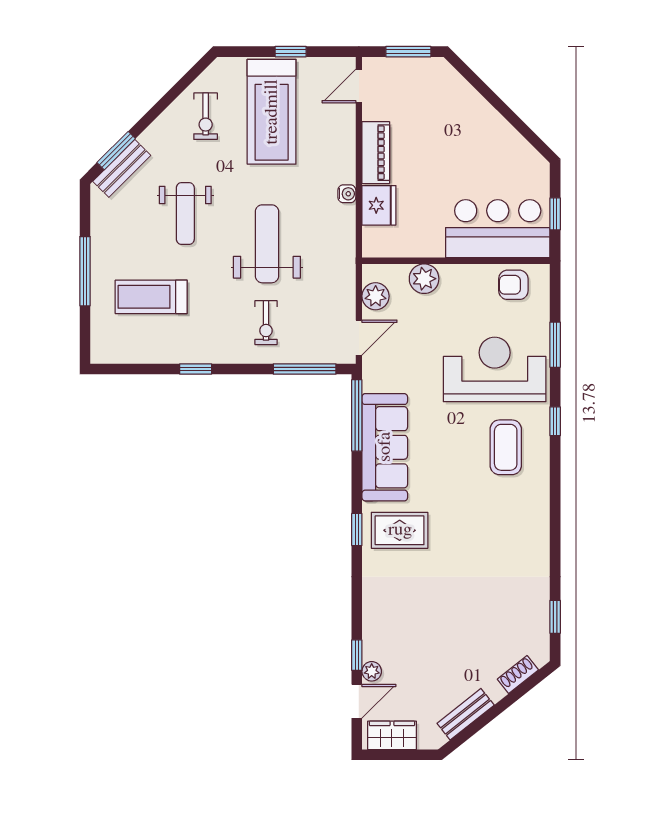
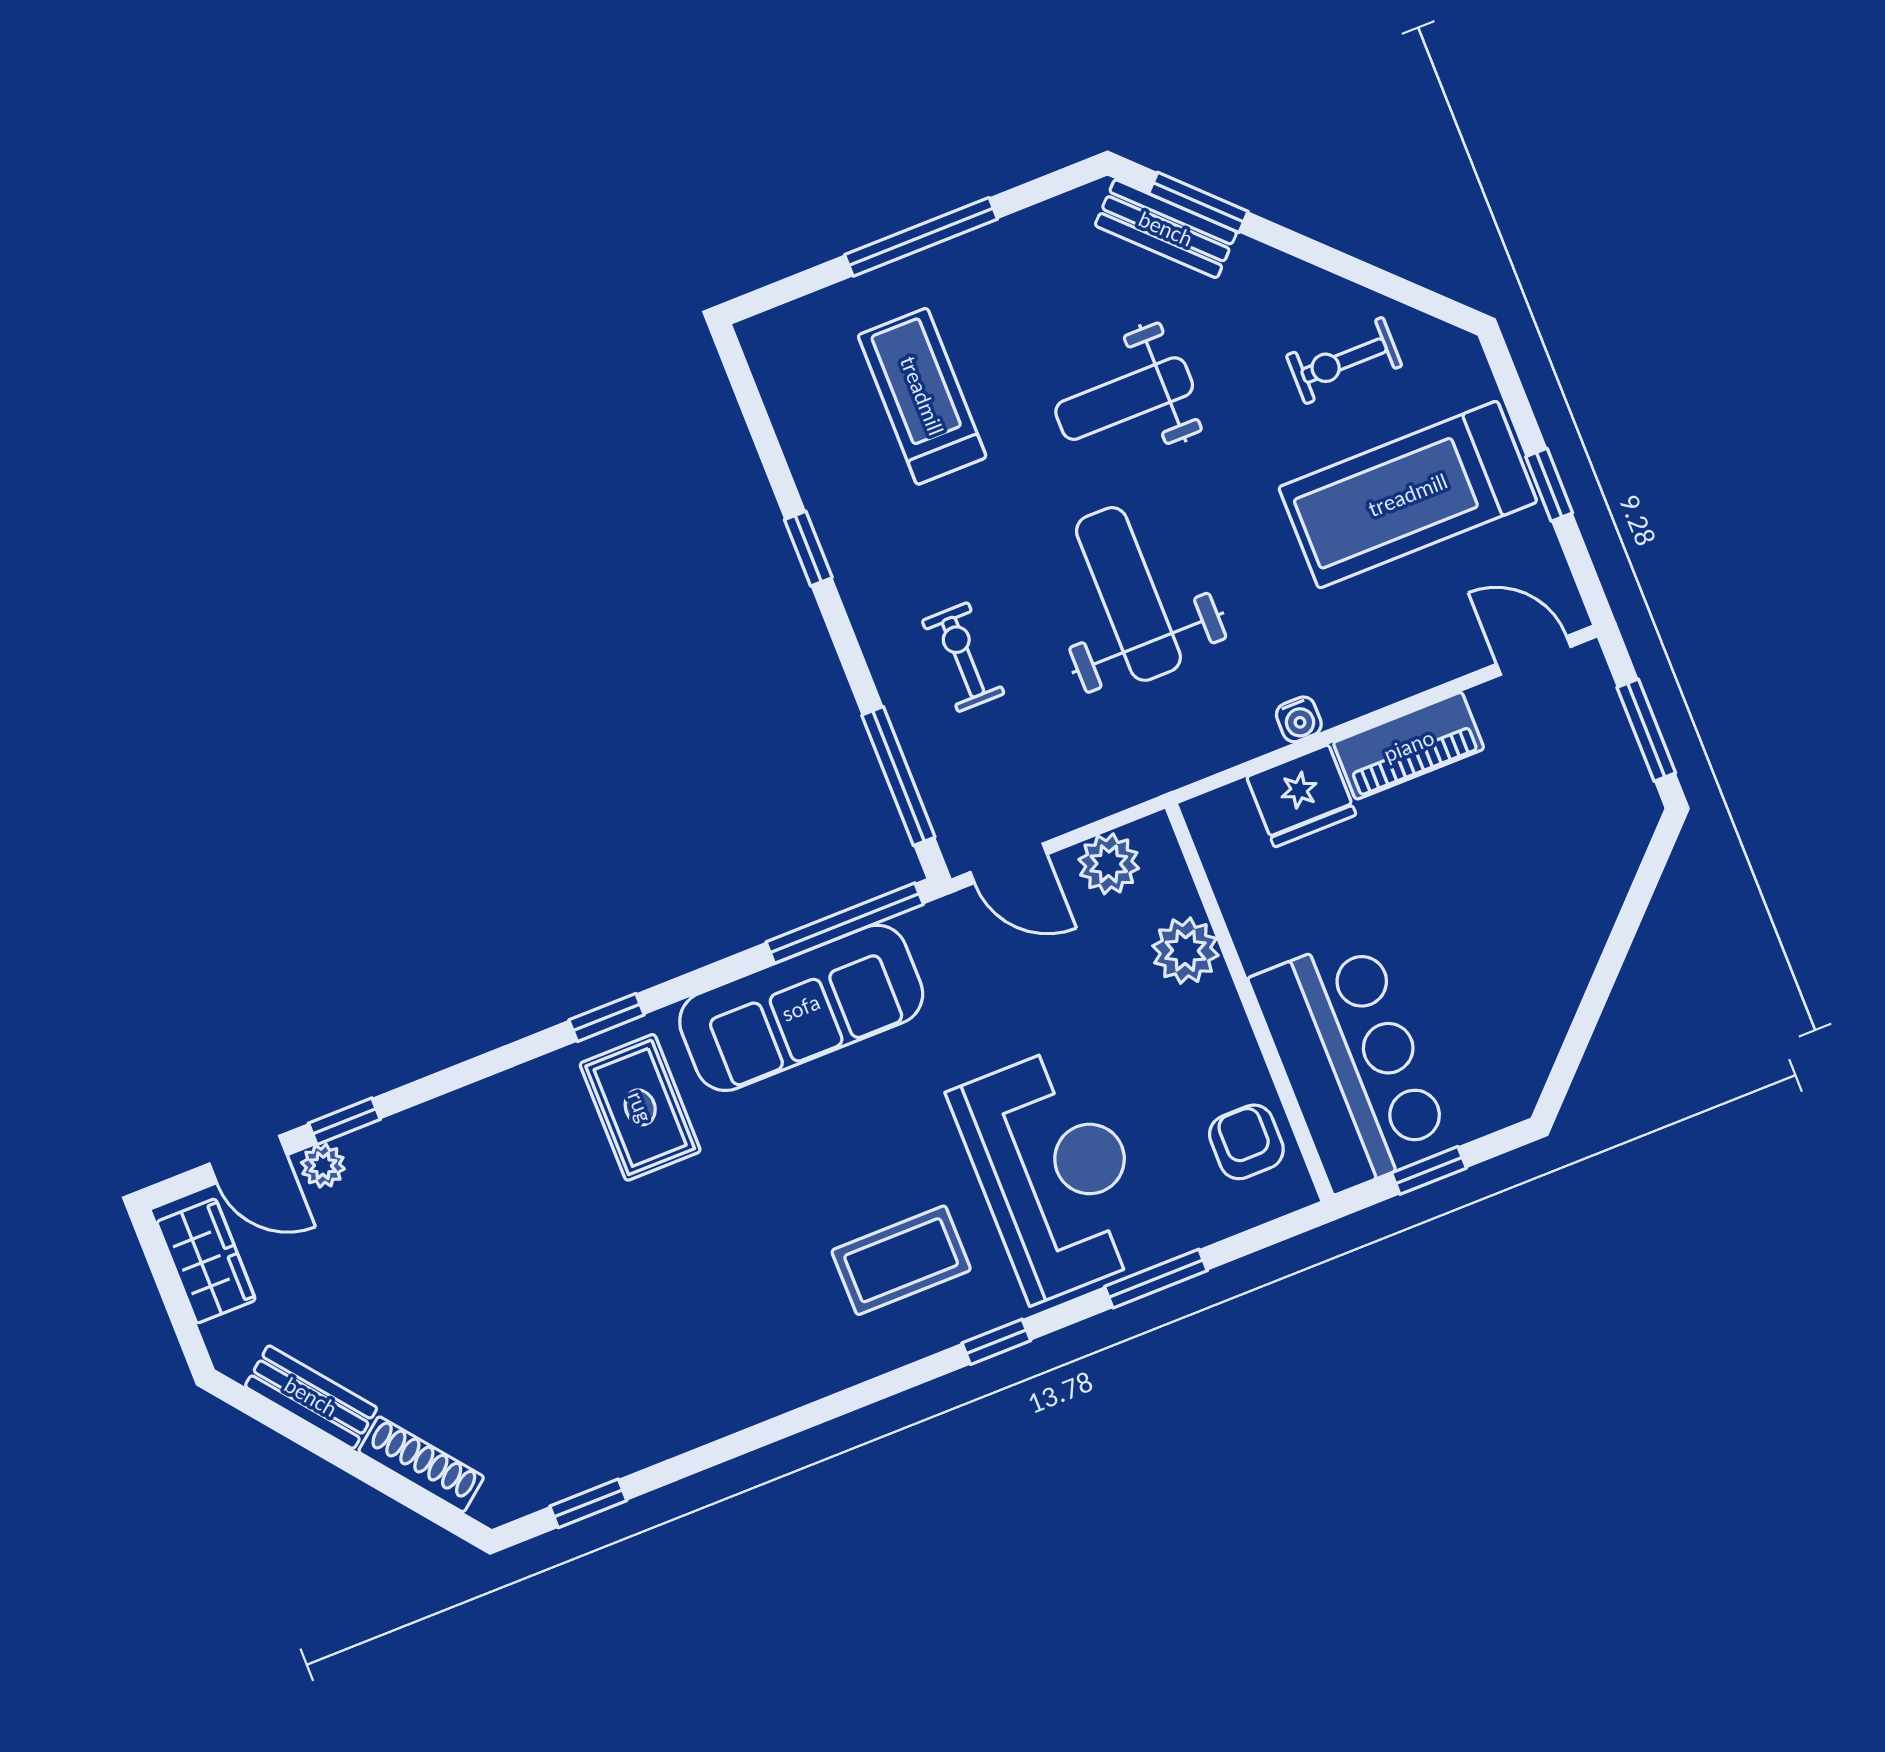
weight bench: (267, 244) -> (1128, 594), turned -90
exercise bike: (266, 323) -> (963, 657), turned 90
shoe rack: (518, 675) -> (421, 1464), width x1.43

